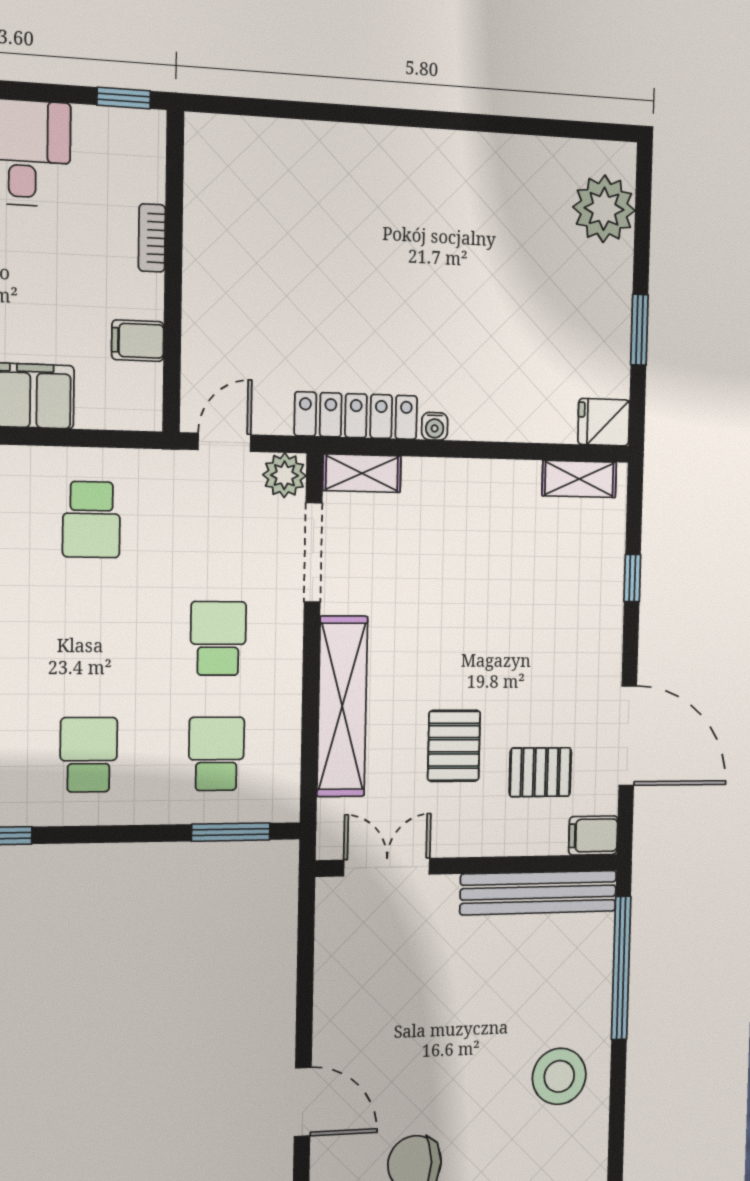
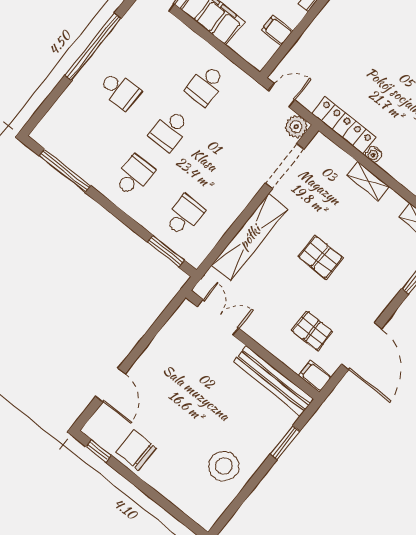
shelving: (362, 473) -> (368, 181), moved
school desk: (218, 638) -> (170, 130), moved, turned 180
pallet: (454, 746) -> (321, 257), moved, turned 90
window: (621, 968) -> (285, 443), width x0.47

